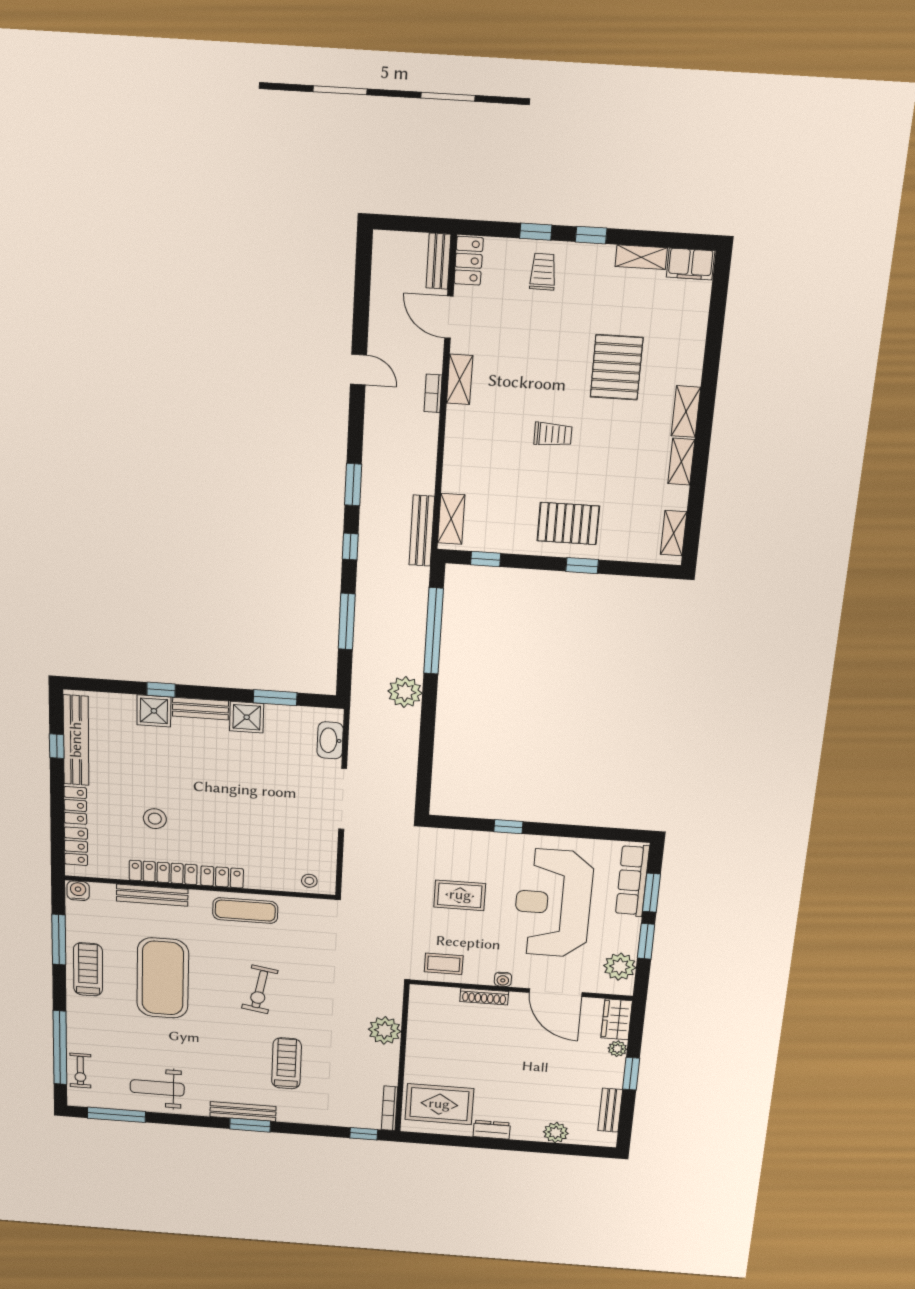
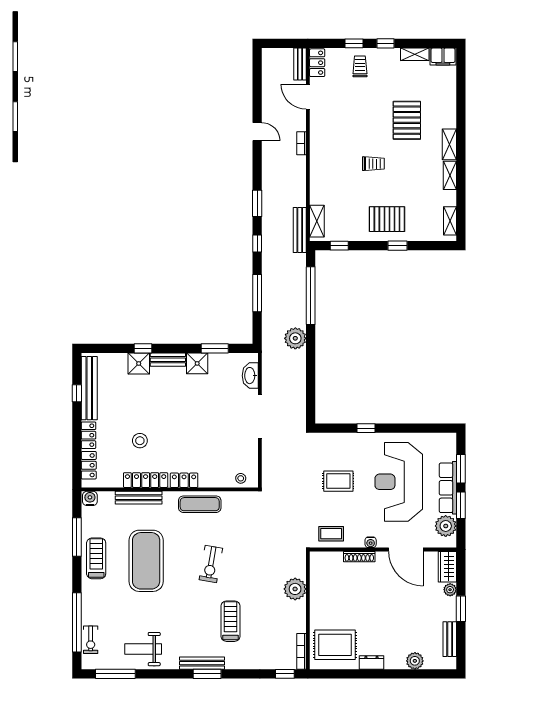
shelving: (460, 379) -> (316, 134), removed
row of seats: (632, 880) -> (448, 488), moved

